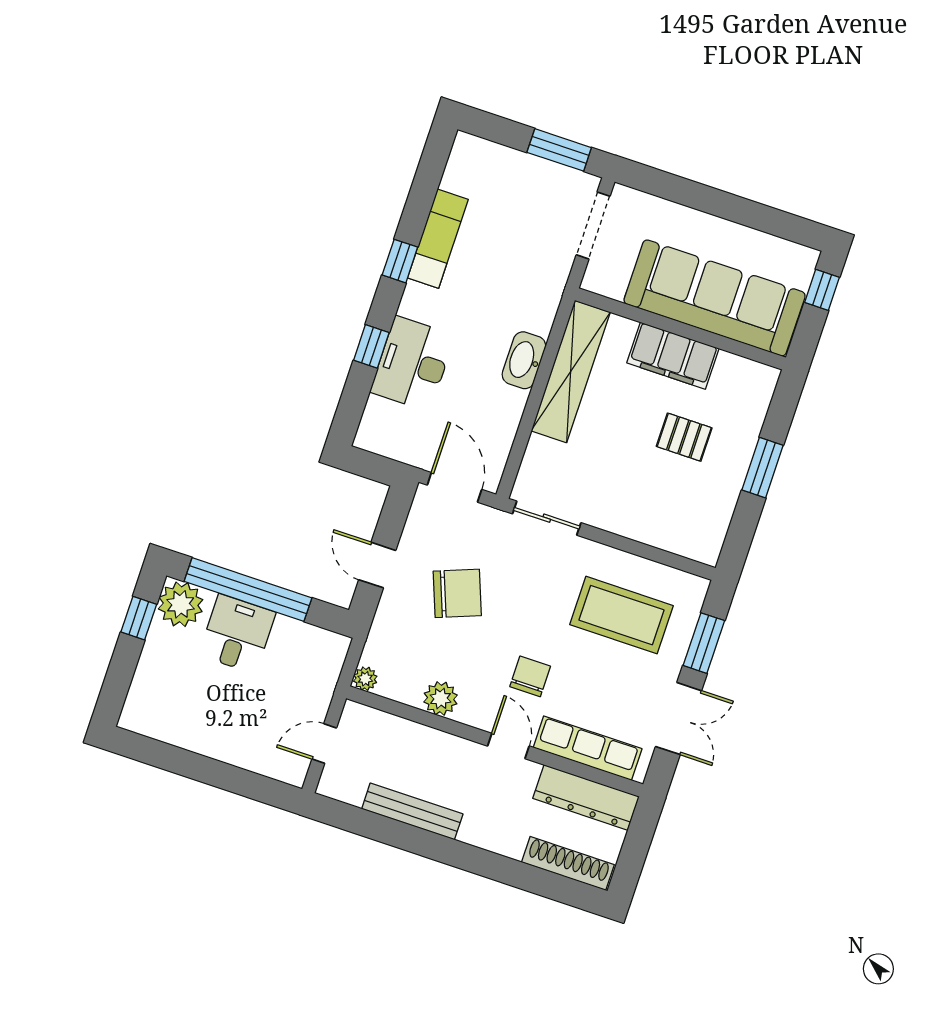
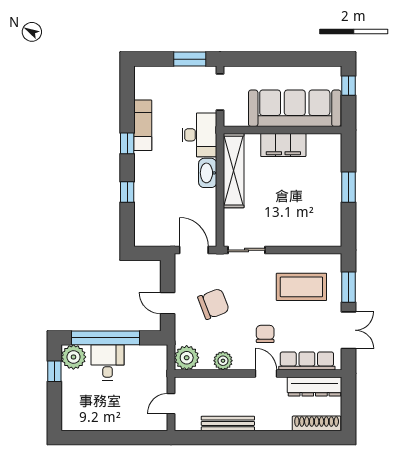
desk: (413, 364) -> (199, 135), moved, turned 180
pallet: (684, 437) -> (303, 185), removed
plant: (365, 679) -> (187, 358), width x1.88, depth x1.88

